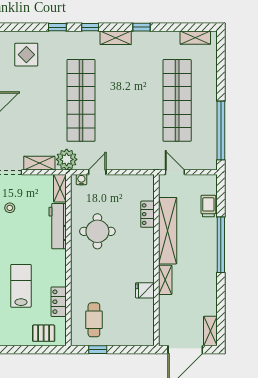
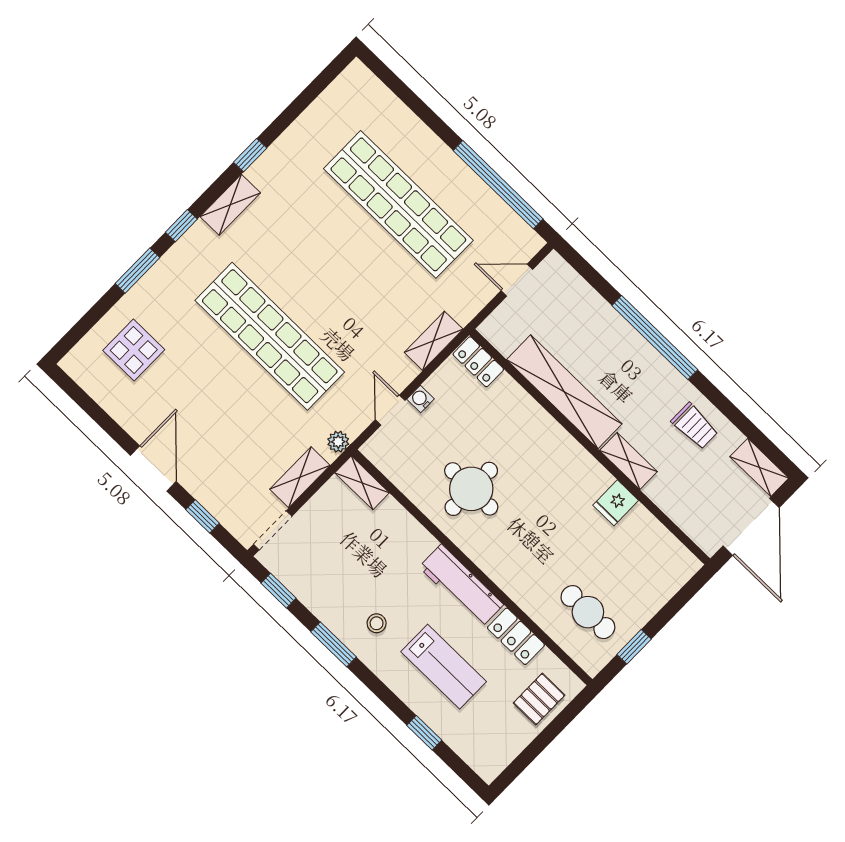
window: (57, 27) -> (138, 271), width x1.50
shelving: (195, 38) -> (434, 341), moved
plant: (67, 159) -> (338, 442), width x0.53, depth x0.53
door: (175, 172) -> (517, 280), moved
water cooler: (81, 180) -> (421, 399), moved
trolley: (208, 206) -> (695, 426), moved, turned 180
stool: (10, 208) -> (377, 623), moved
locker: (147, 214) -> (478, 362), moved
workbench: (58, 226) -> (461, 586), moved
lab bench: (21, 286) -> (444, 667), turned 180

